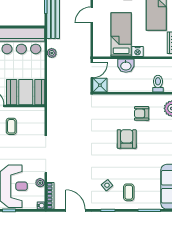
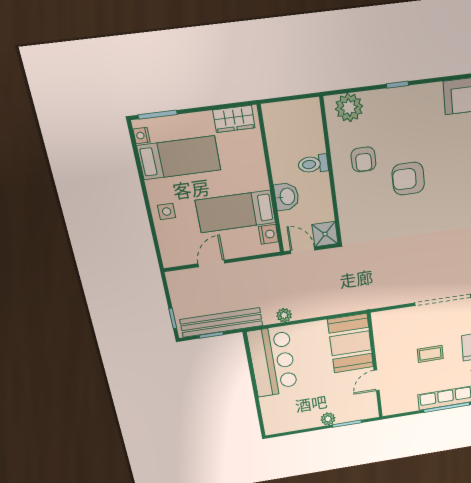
door: (92, 15) -> (211, 263), swing flipped
nightstand: (138, 51) -> (269, 234), moved
toilet: (158, 84) -> (313, 164), moved
coffee table: (11, 126) -> (430, 354), moved

